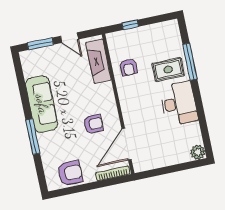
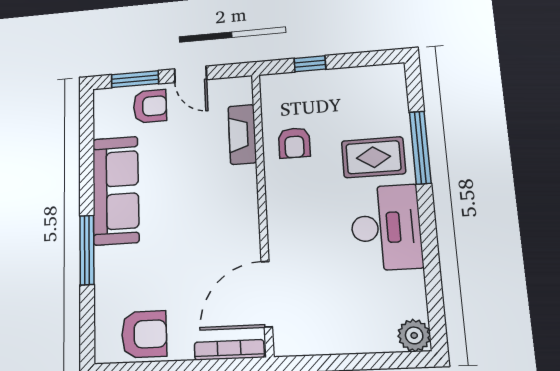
fireplace: (98, 61) -> (242, 134), width x0.73, depth x0.76
armchair: (93, 124) -> (150, 106), moved

